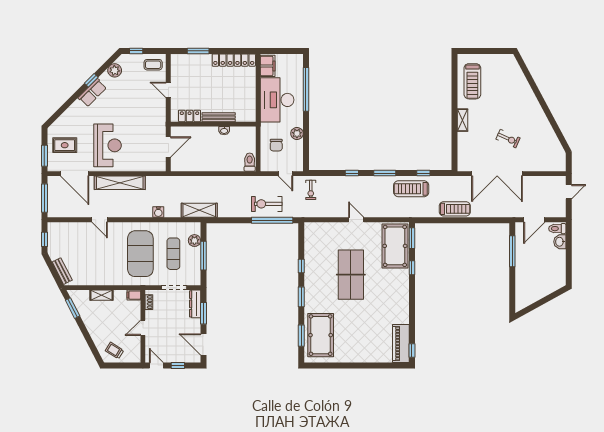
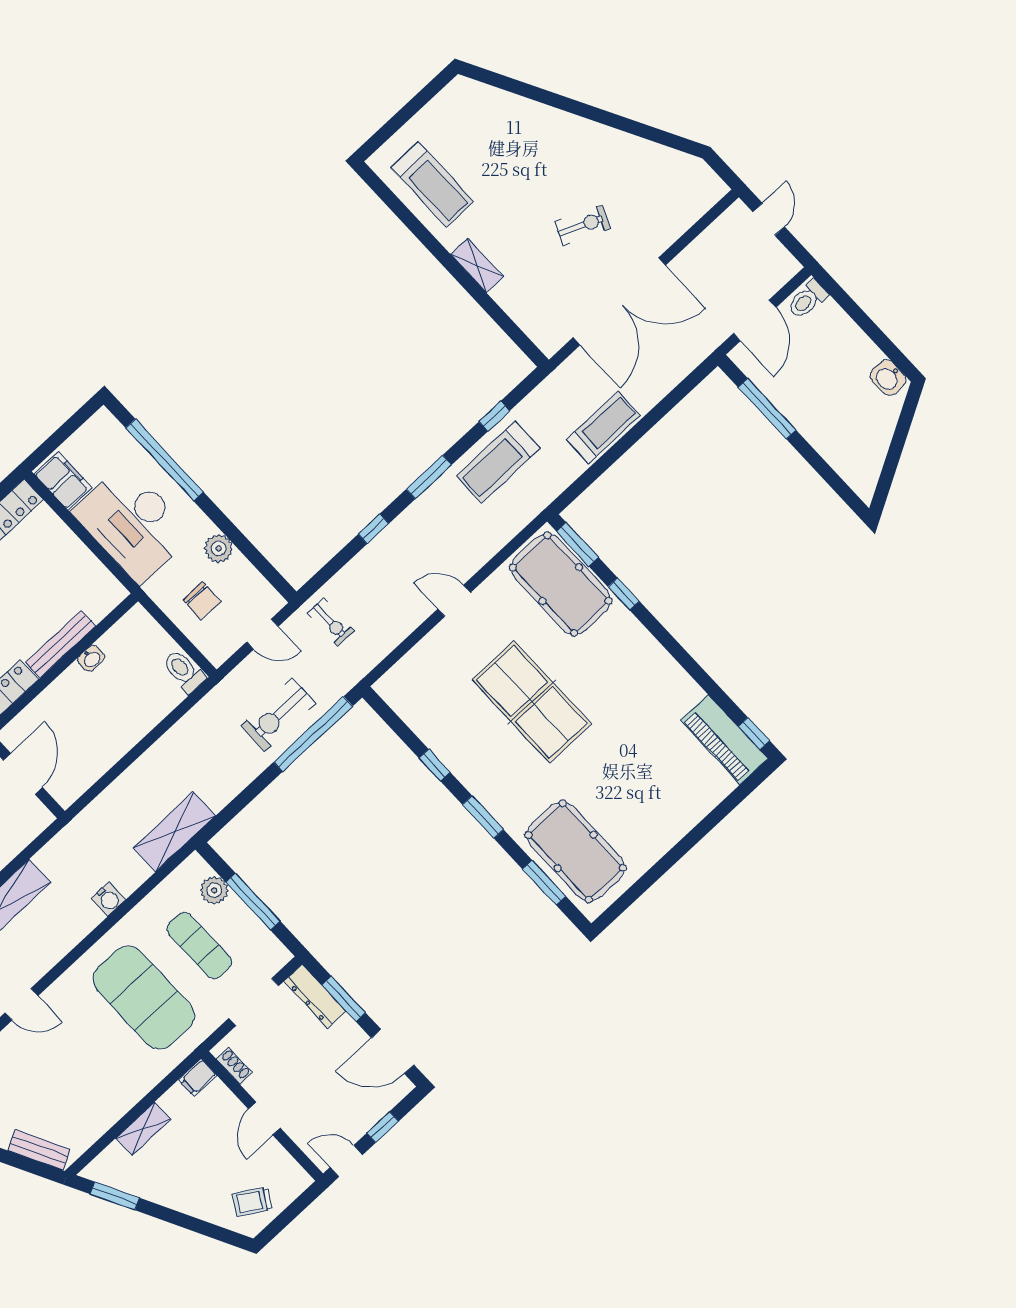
washbasin: (560, 242) -> (888, 378), moved

